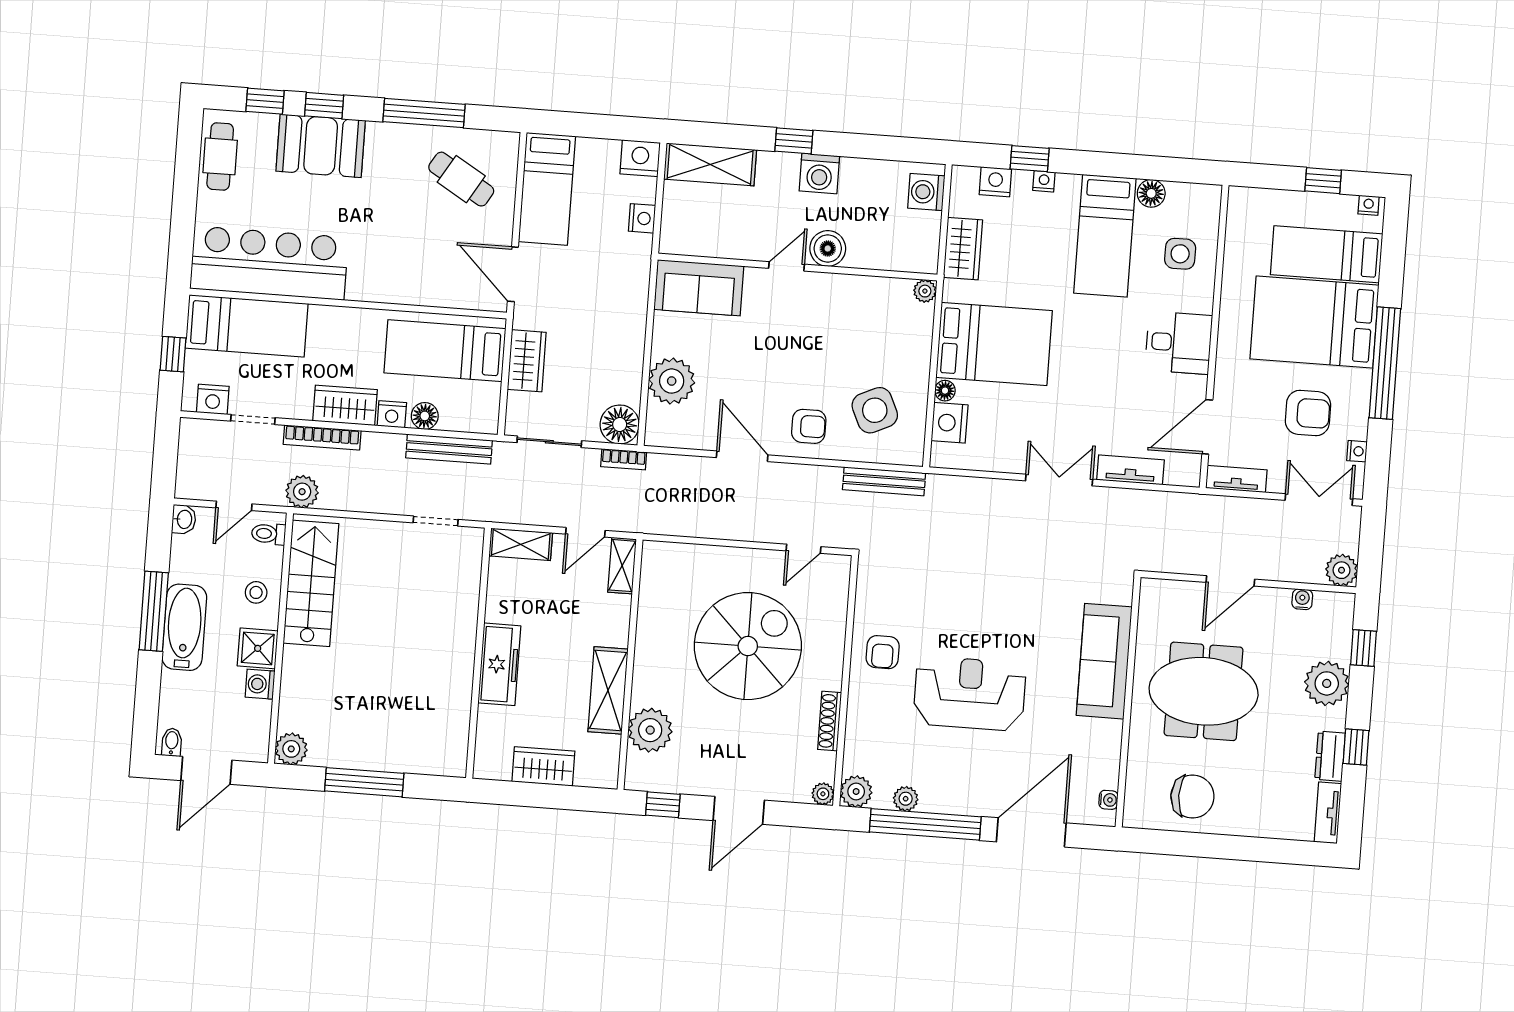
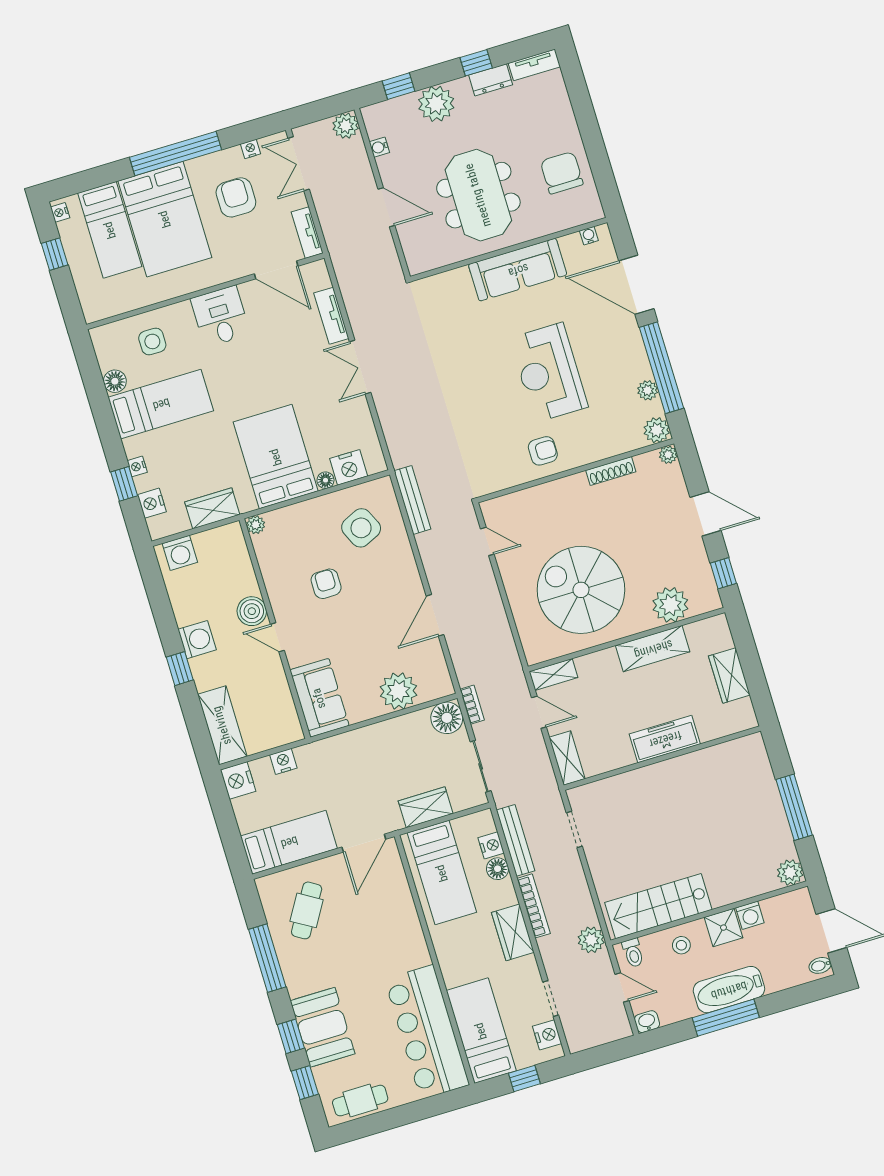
nightstand: (392, 414) -> (491, 845), moved
armchair: (809, 426) -> (326, 584), moved
bookcase: (322, 437) -> (534, 906), moved
spiral stairs: (748, 646) -> (581, 590), moved
sofa: (1104, 661) -> (518, 270), moved

